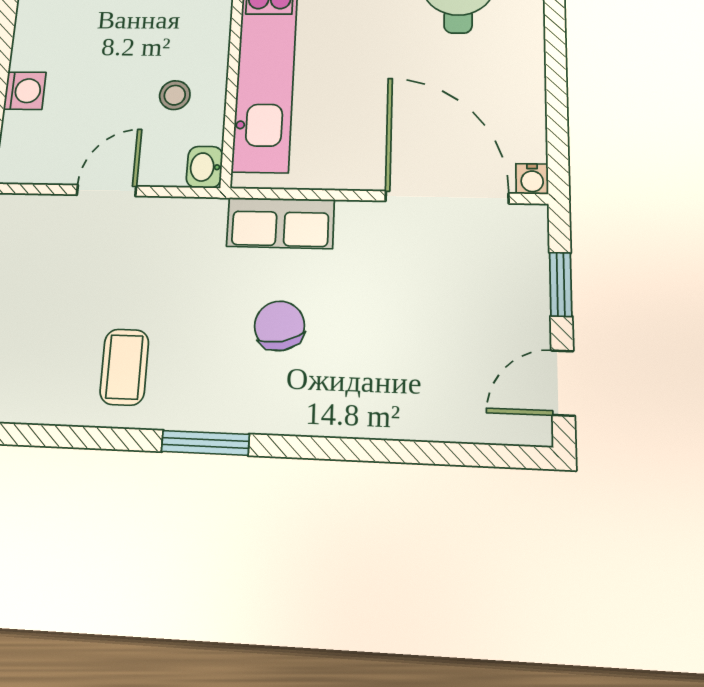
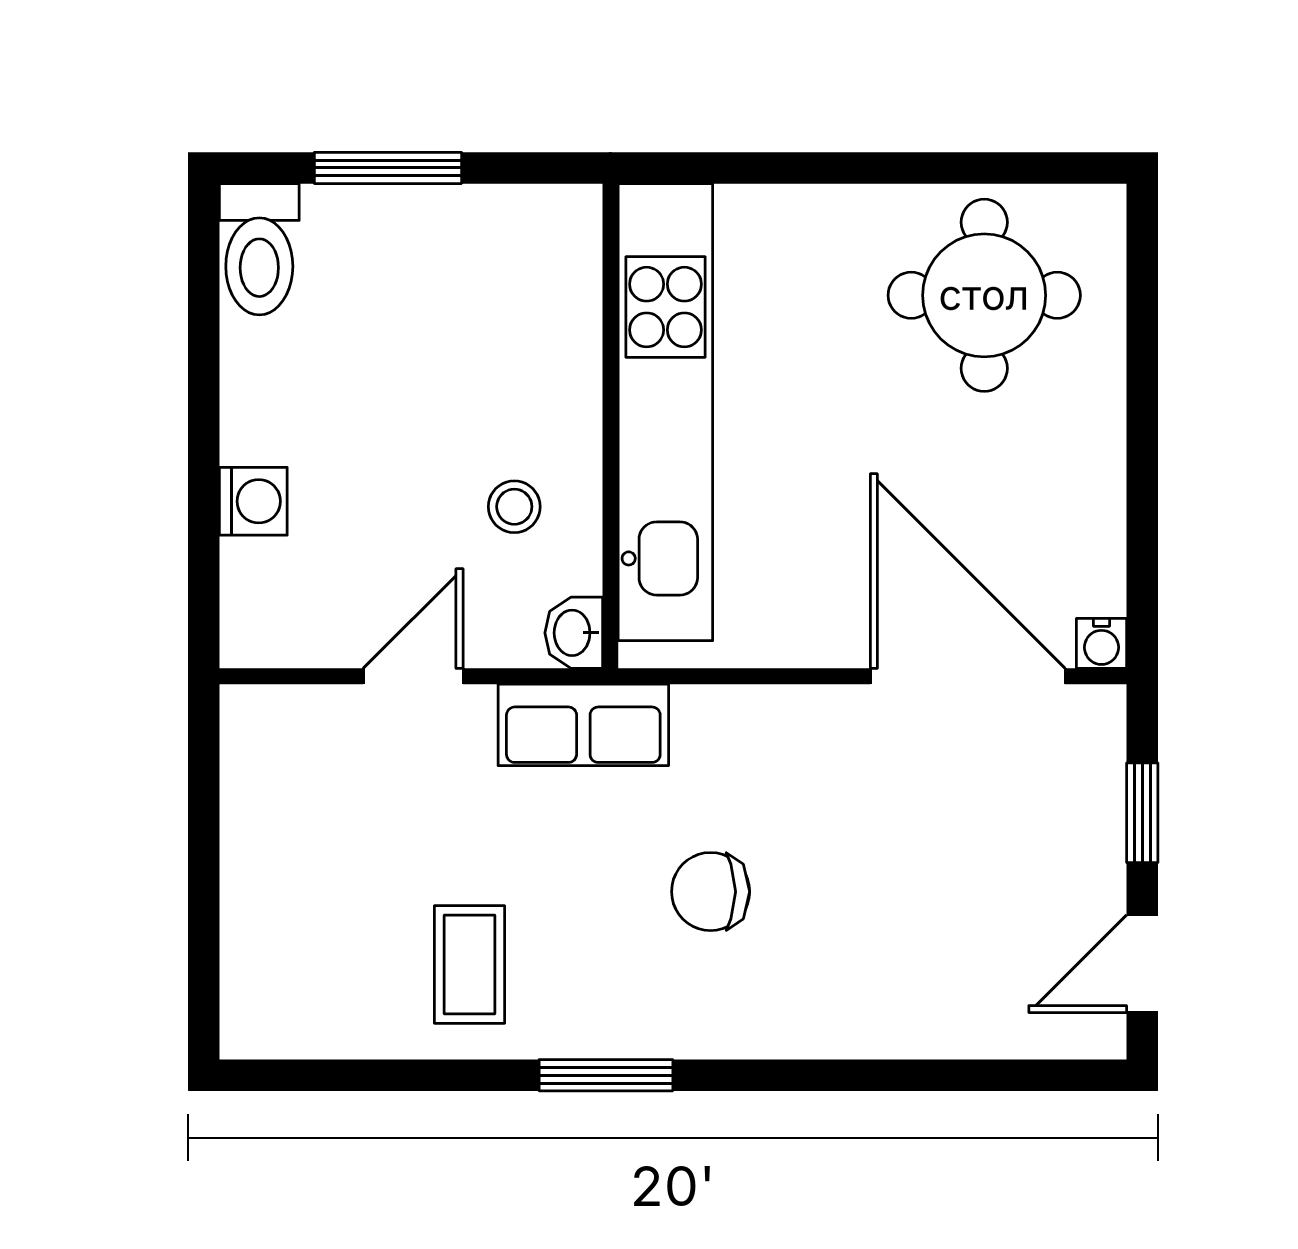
row of seats: (280, 223) -> (583, 725), moved
chair: (279, 326) -> (711, 892), turned -78

